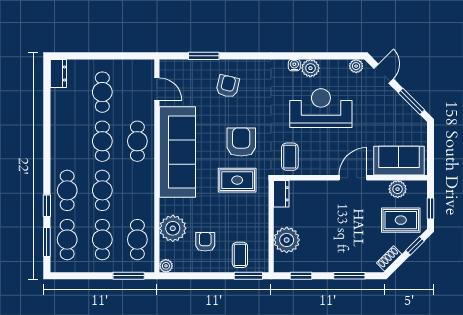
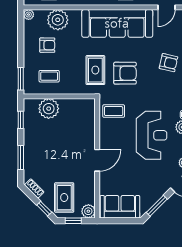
sofa: (399, 161) -> (120, 207), moved, turned -90
door: (353, 178) -> (97, 160), hinge flipped
plant: (398, 189) -> (88, 211), moved
dresser: (281, 194) -> (85, 104), removed
coffee table: (240, 255) -> (49, 76), moved

